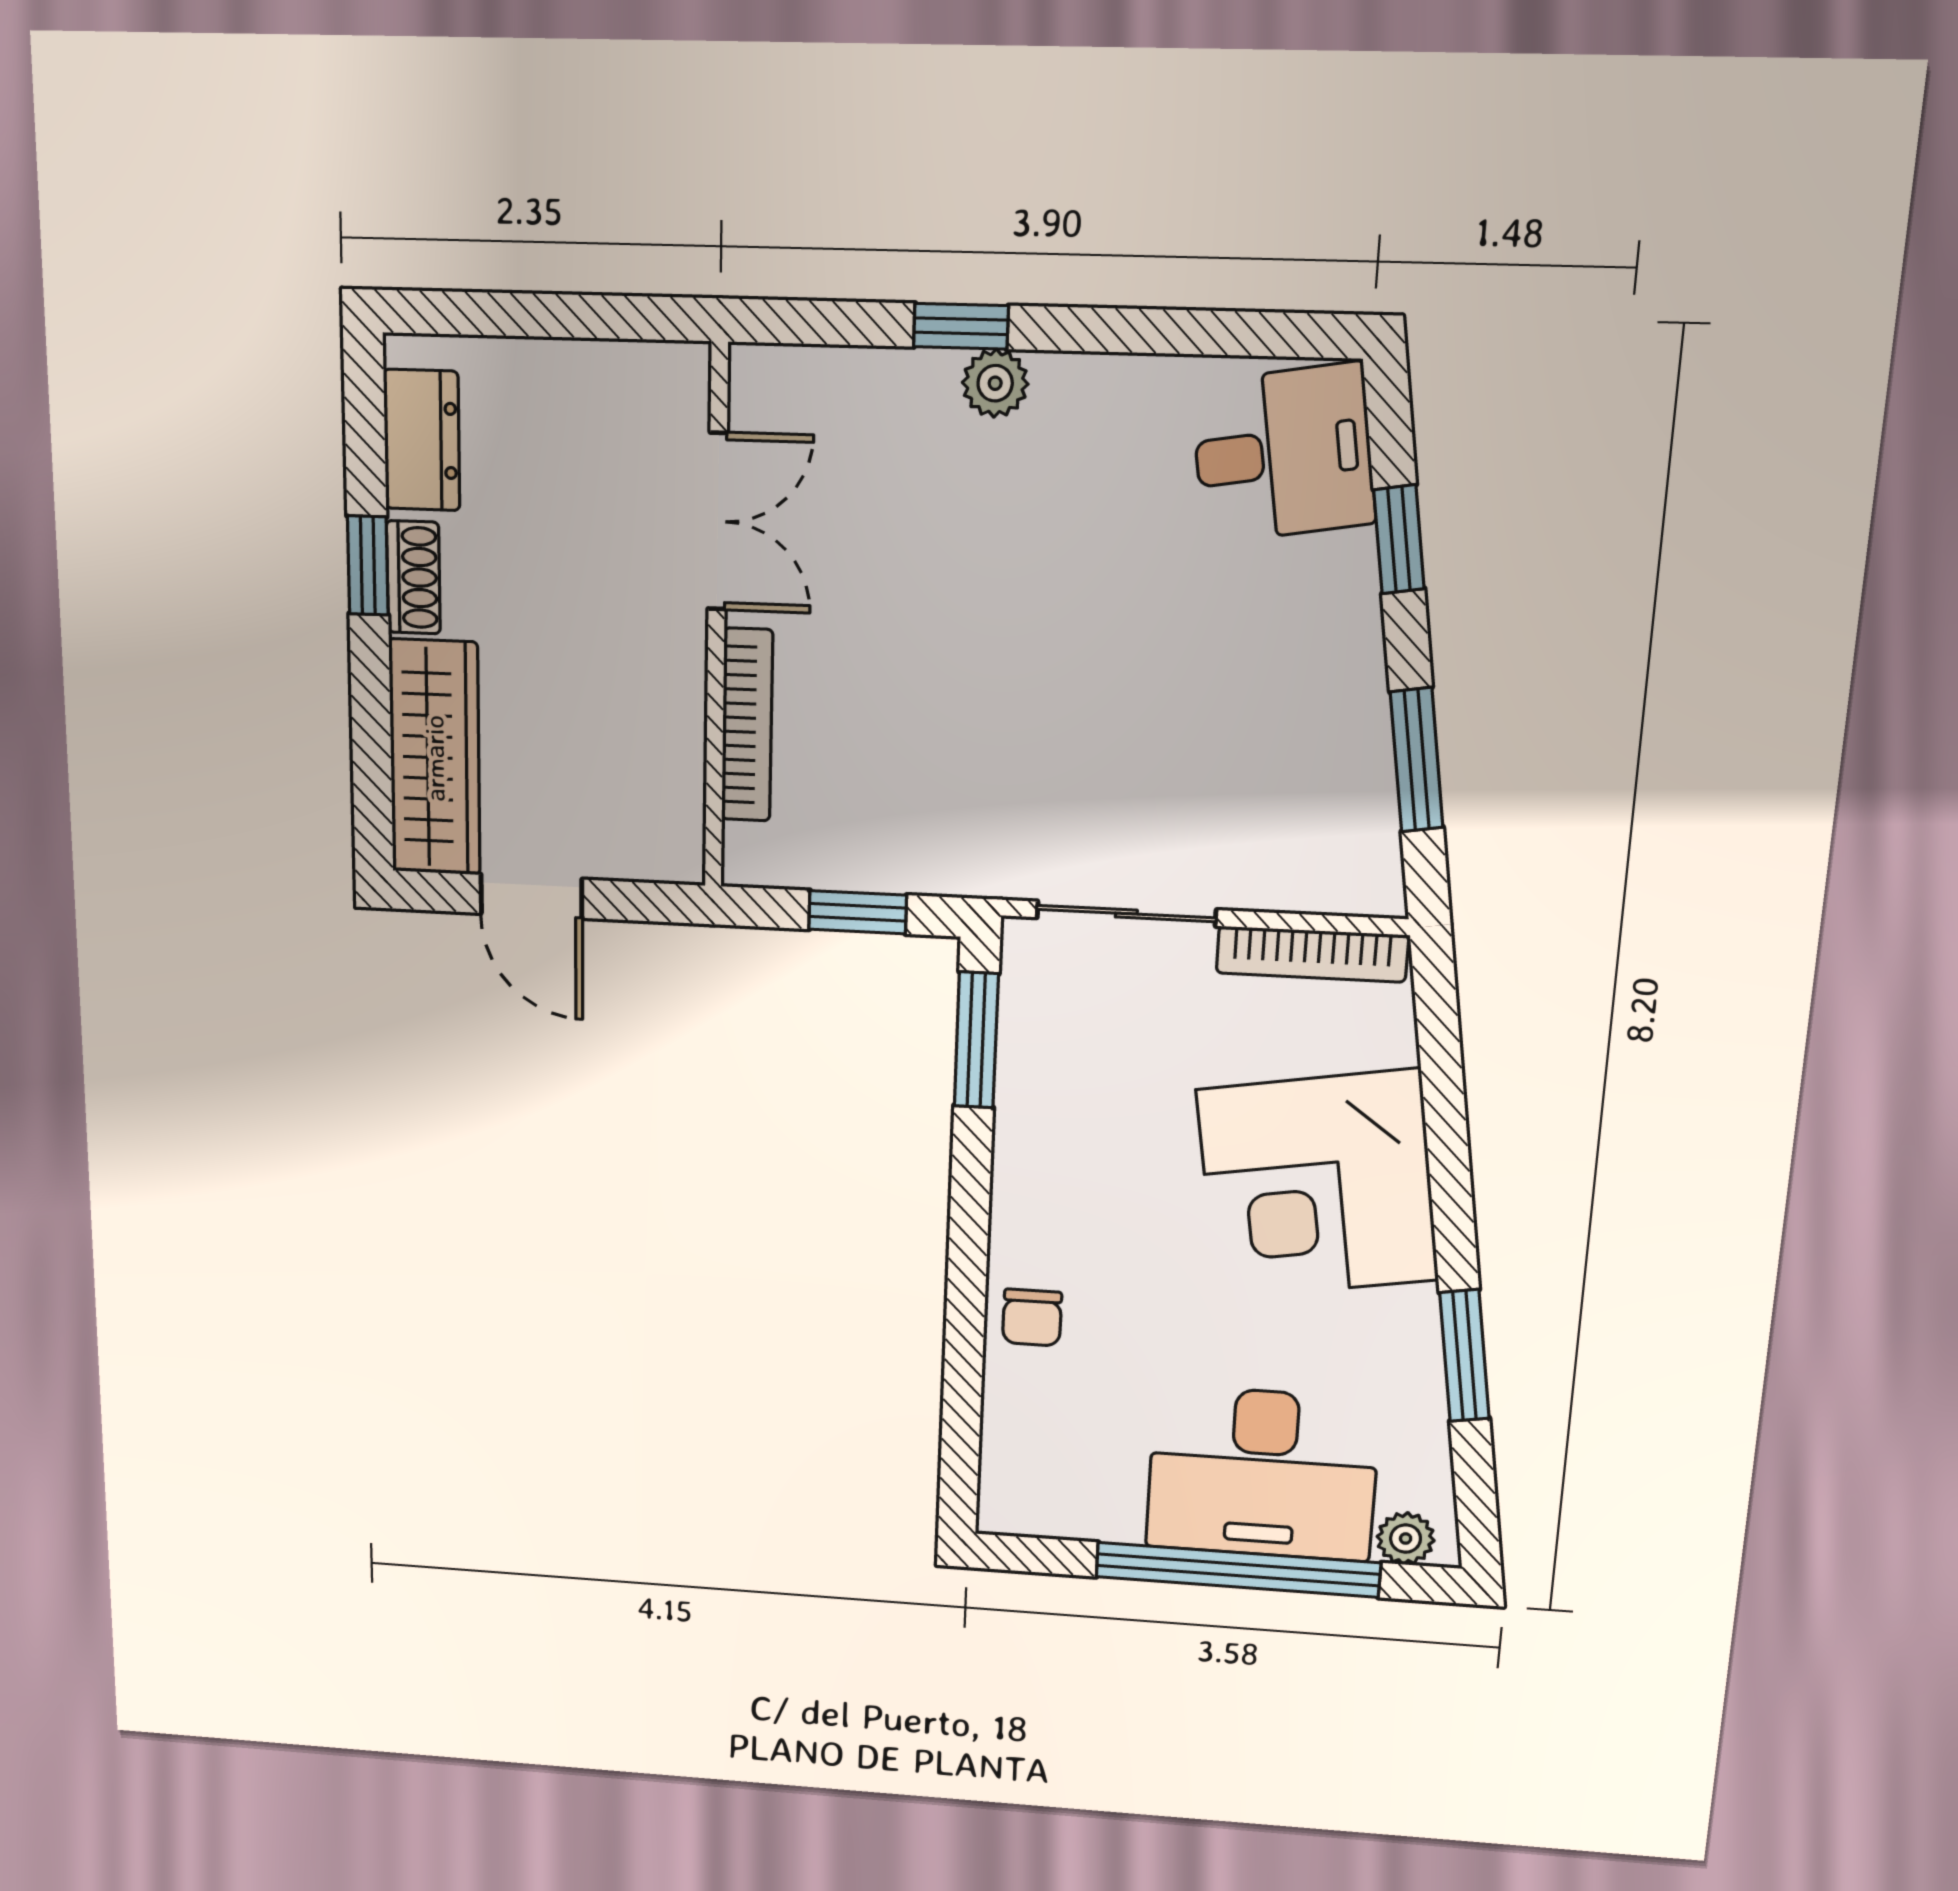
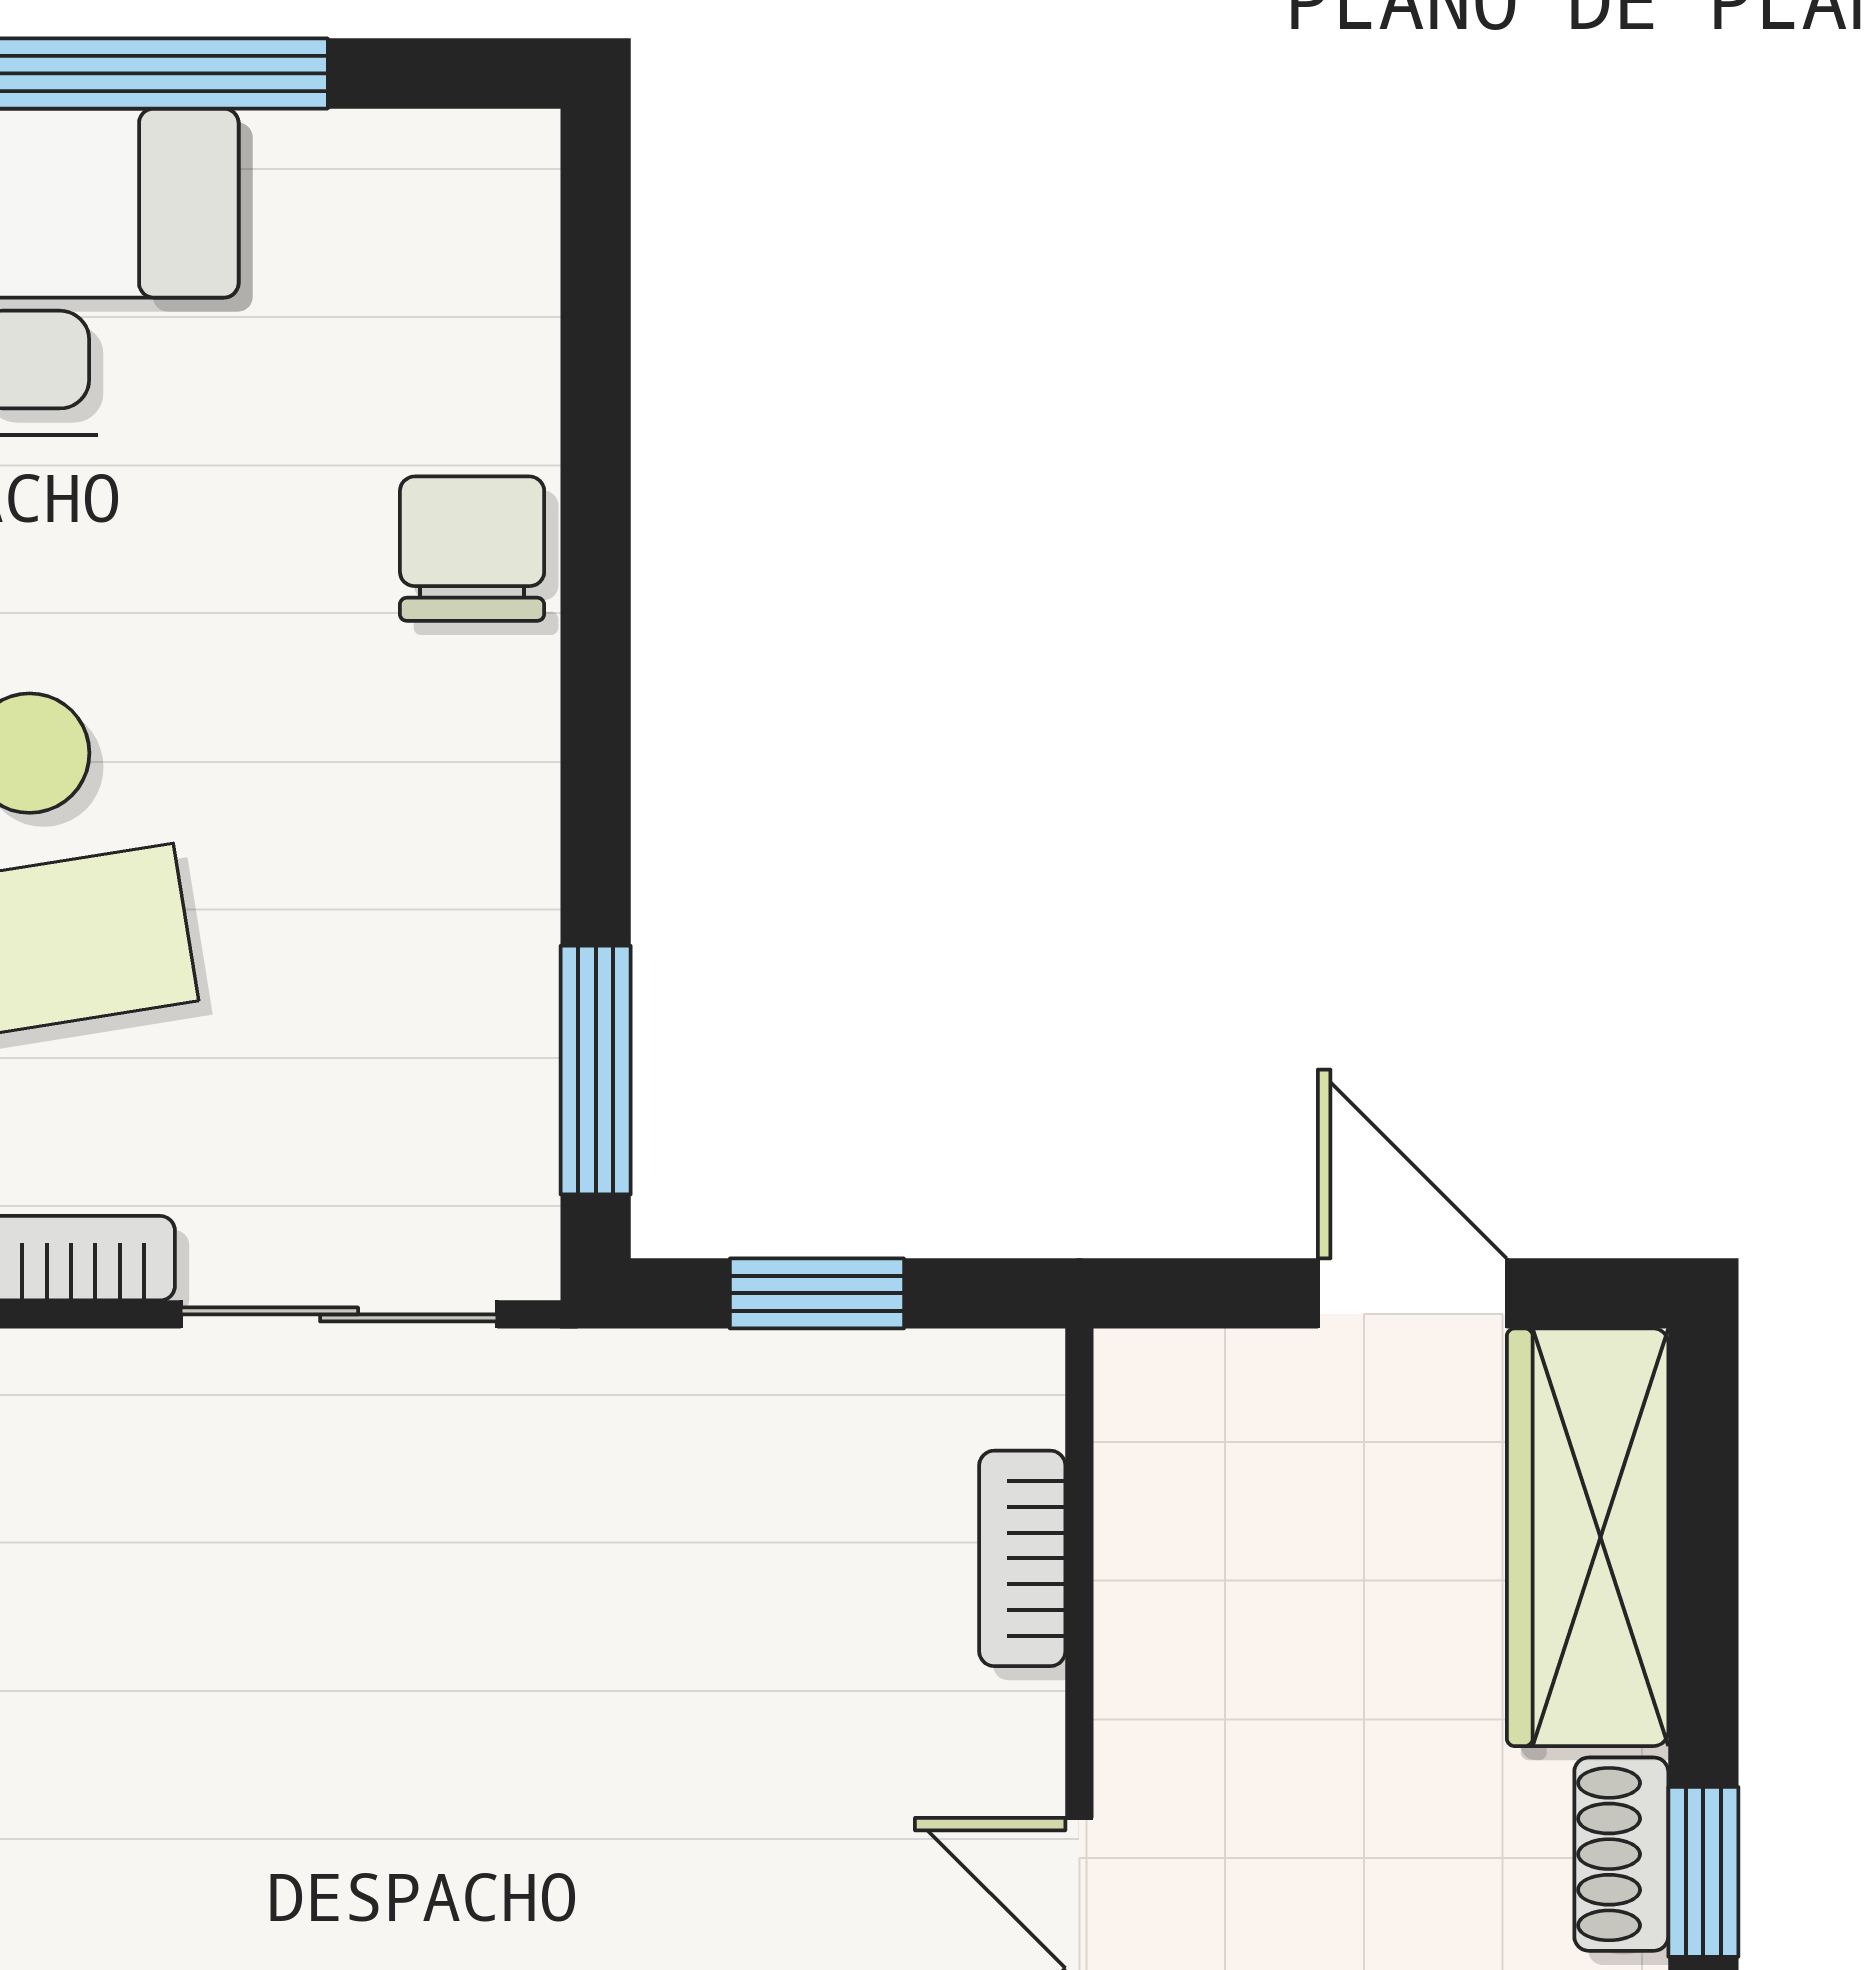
bookcase: (747, 725) -> (1022, 1558), width x0.64
chair: (1032, 1318) -> (472, 549), width x1.37, depth x1.37

